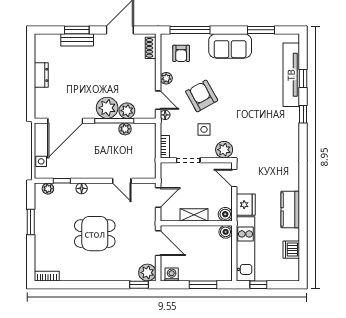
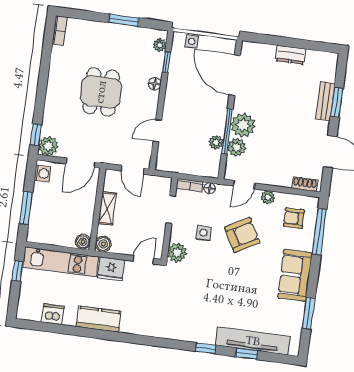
floor lamp: (165, 115) -> (210, 188), moved

